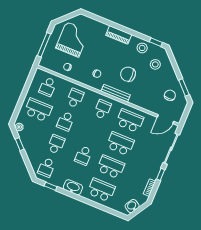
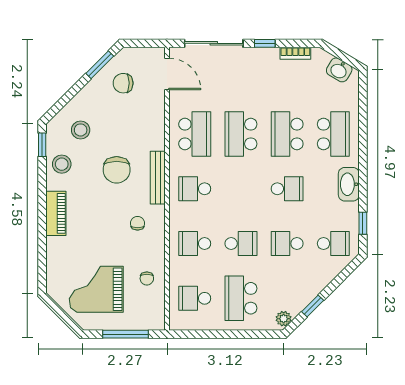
school desk: (48, 87) -> (195, 298), turned 180
school desk: (130, 121) -> (195, 134), turned 180
school desk: (101, 190) -> (333, 134), turned 180

